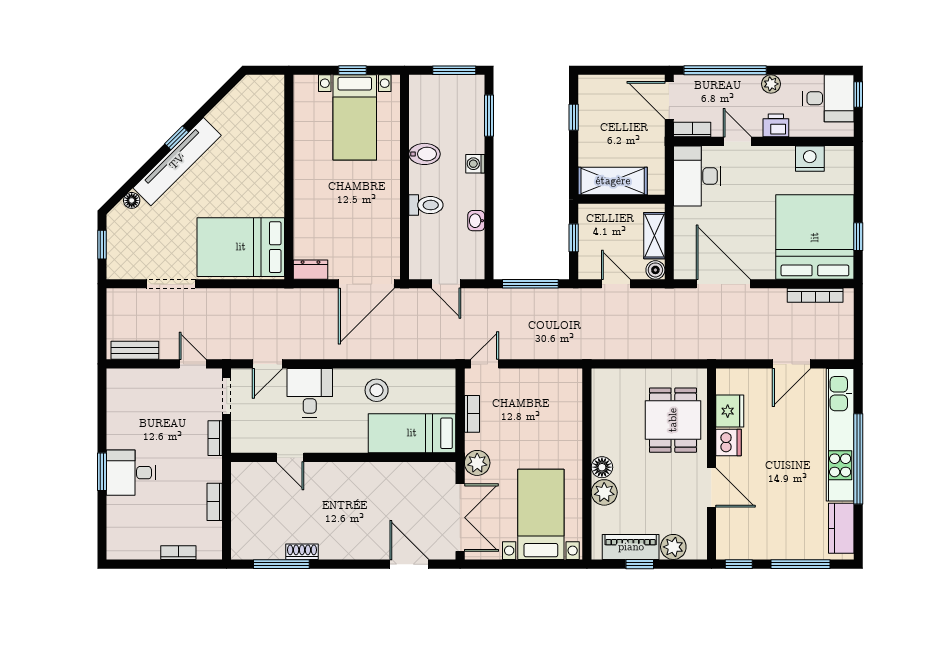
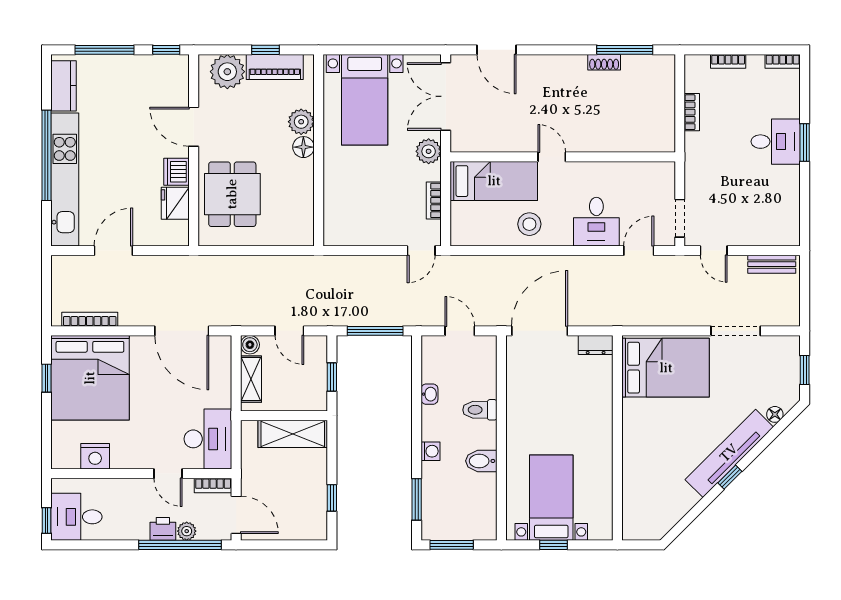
plant: (771, 84) -> (187, 531), moved
printer: (776, 125) -> (163, 529), moved, turned 180
bookcase: (215, 438) -> (783, 61), moved, turned 90
door: (290, 457) -> (552, 157), moved
plant: (673, 547) -> (227, 72), width x1.36, depth x1.36

